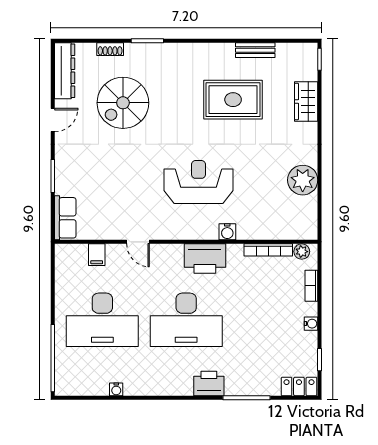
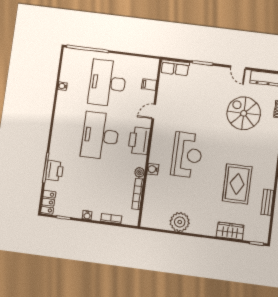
plant: (302, 252) -> (140, 172), moved
printer: (205, 259) -> (139, 141), moved
printer: (209, 384) -> (54, 171), moved

